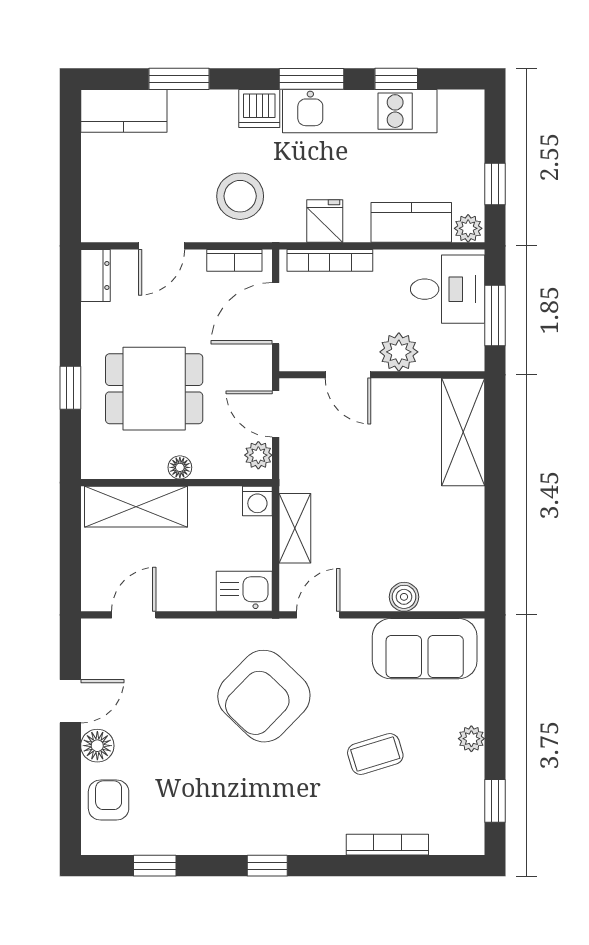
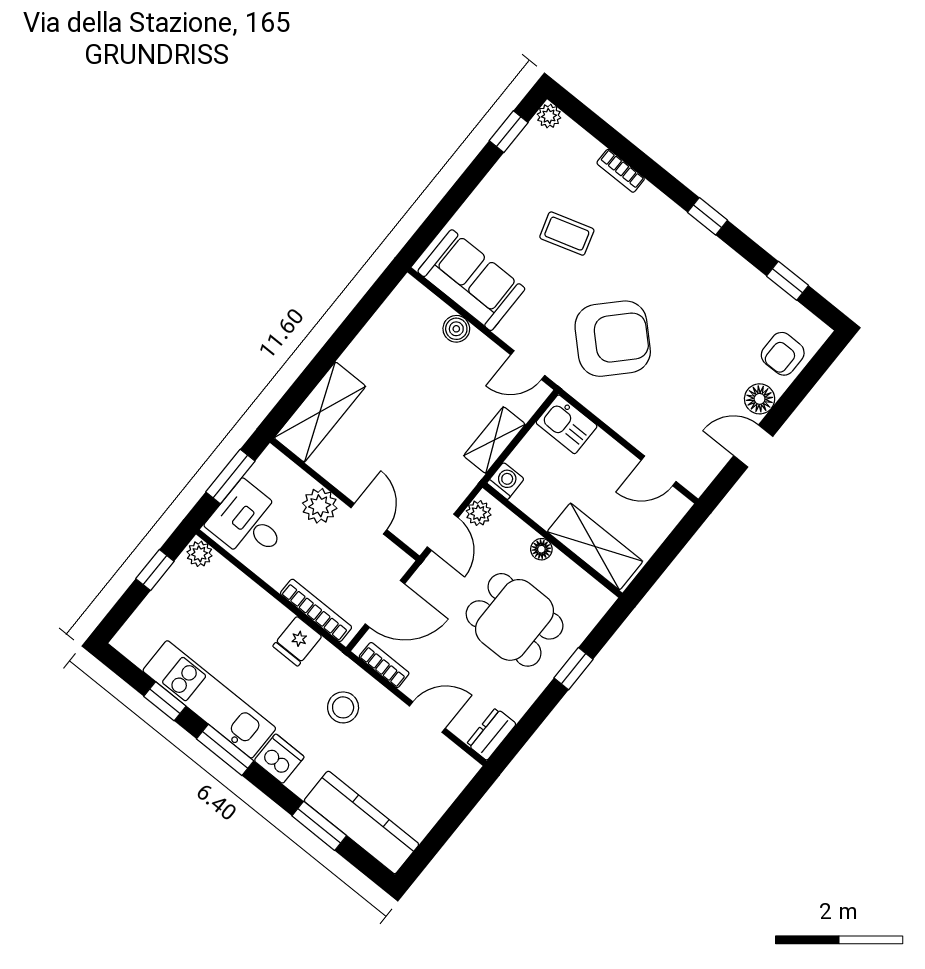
kitchen counter: (124, 111) -> (361, 822), width x1.50
stool: (240, 196) -> (343, 707), width x0.73, depth x0.73
kitchen counter: (411, 222) -> (237, 591), removed
plant: (471, 739) -> (549, 116), moved
bookcase: (387, 845) -> (621, 171), width x0.64

